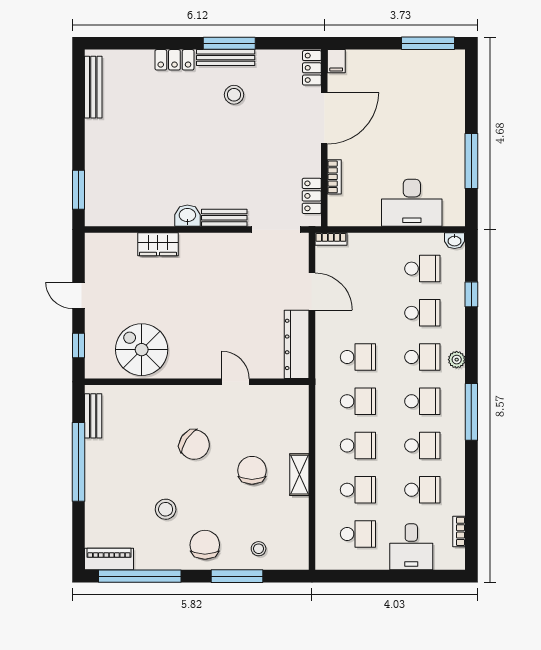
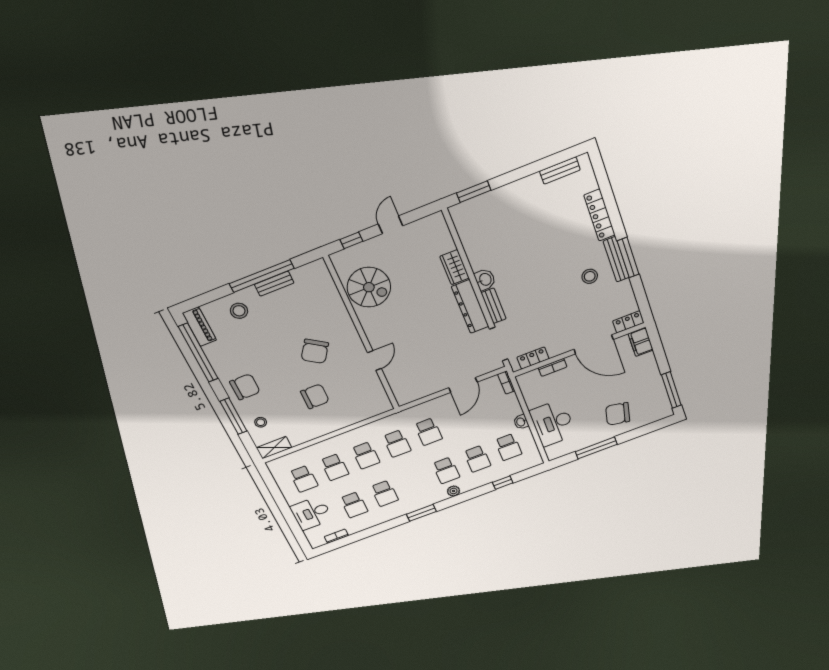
locker: (174, 60) -> (600, 215), width x1.53
filing cabinet: (336, 61) -> (641, 342), width x2.00
bench: (93, 87) -> (560, 171), width x0.73
chair: (433, 119) -> (618, 414), added
washbasin: (455, 241) -> (521, 422), moved
dresser: (297, 344) -> (470, 307), moved, turned -90
spiral stairs: (142, 350) -> (369, 287), turned 90
school desk: (422, 401) -> (415, 482), removed
window: (471, 412) -> (421, 513), width x0.69
bench: (93, 416) -> (274, 284), moved
shelving: (299, 475) -> (274, 448), moved
stool: (166, 509) -> (239, 311), moved

